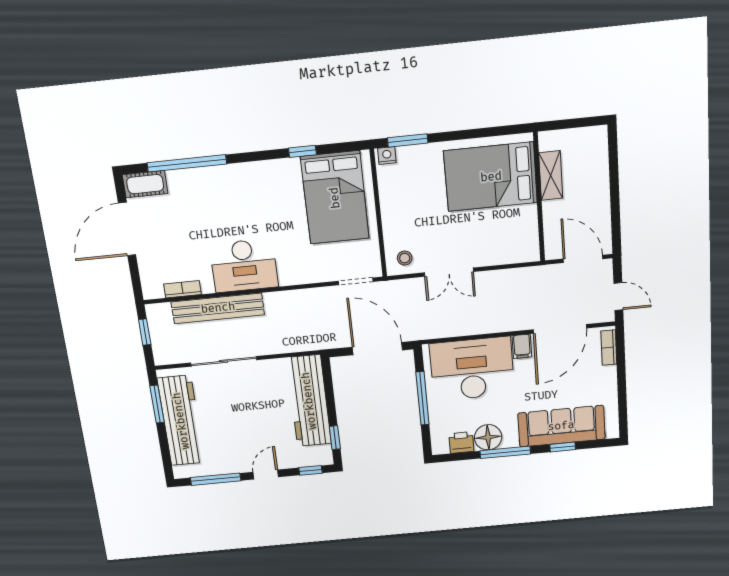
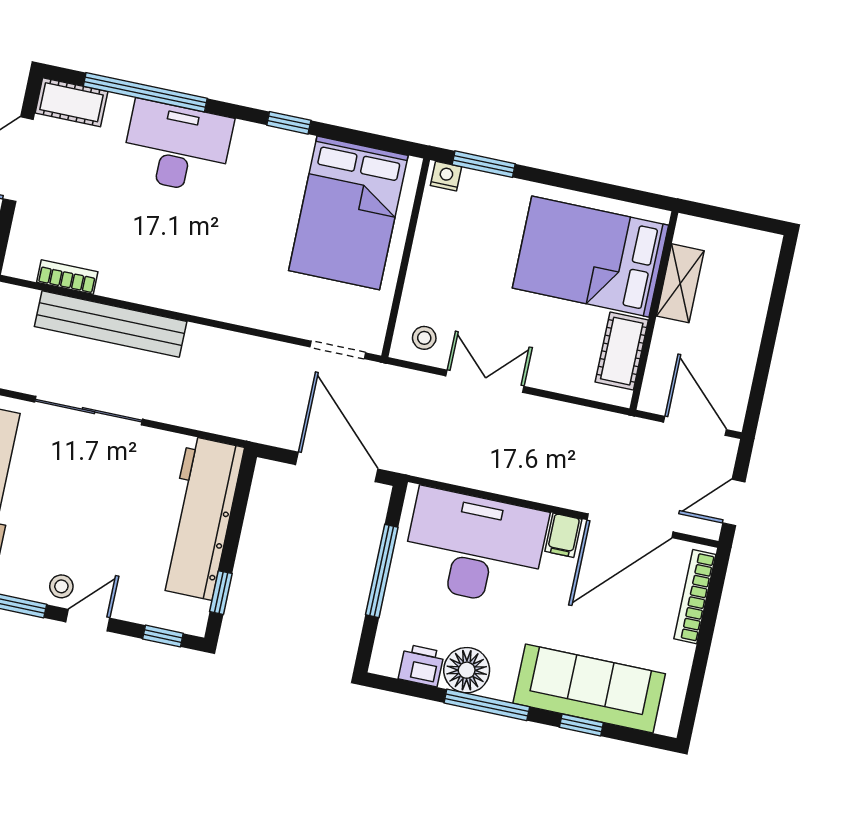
window: (302, 151) -> (289, 123), moved
cot: (526, 228) -> (622, 351), added
desk: (244, 266) -> (177, 147), moved, turned 180
double door: (449, 272) -> (485, 381), swing flipped
door: (618, 297) -> (734, 503), swing flipped
bookcase: (609, 348) -> (695, 597), width x1.56
stool: (244, 461) -> (61, 586), added

